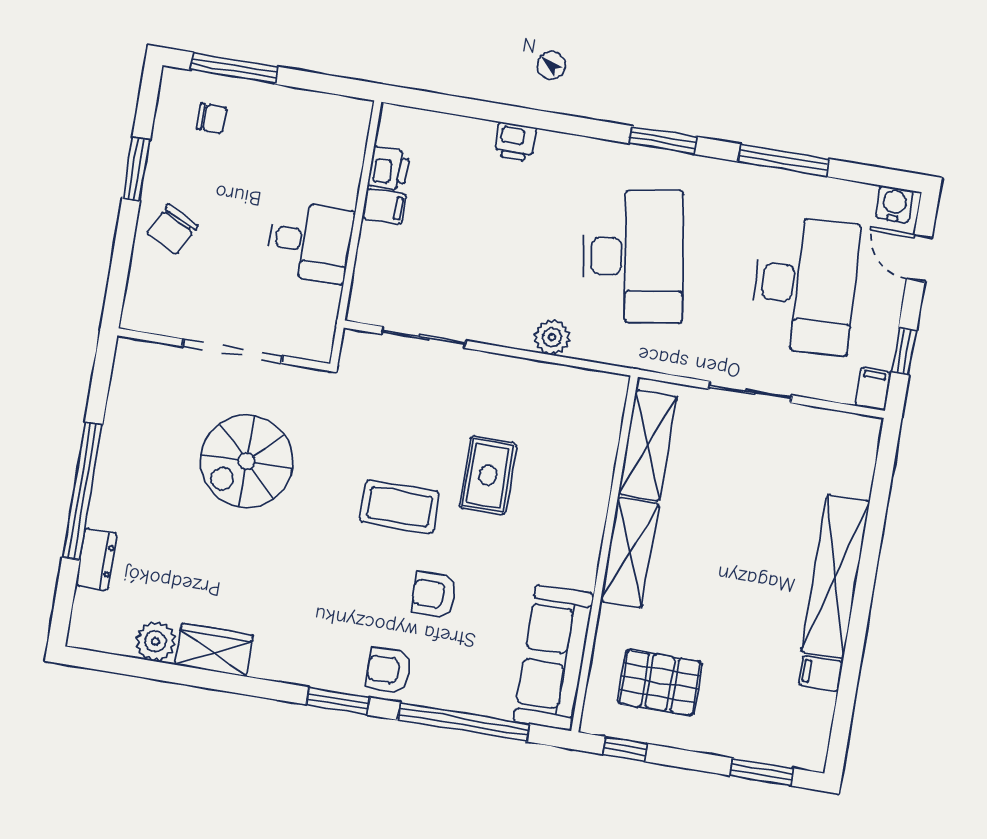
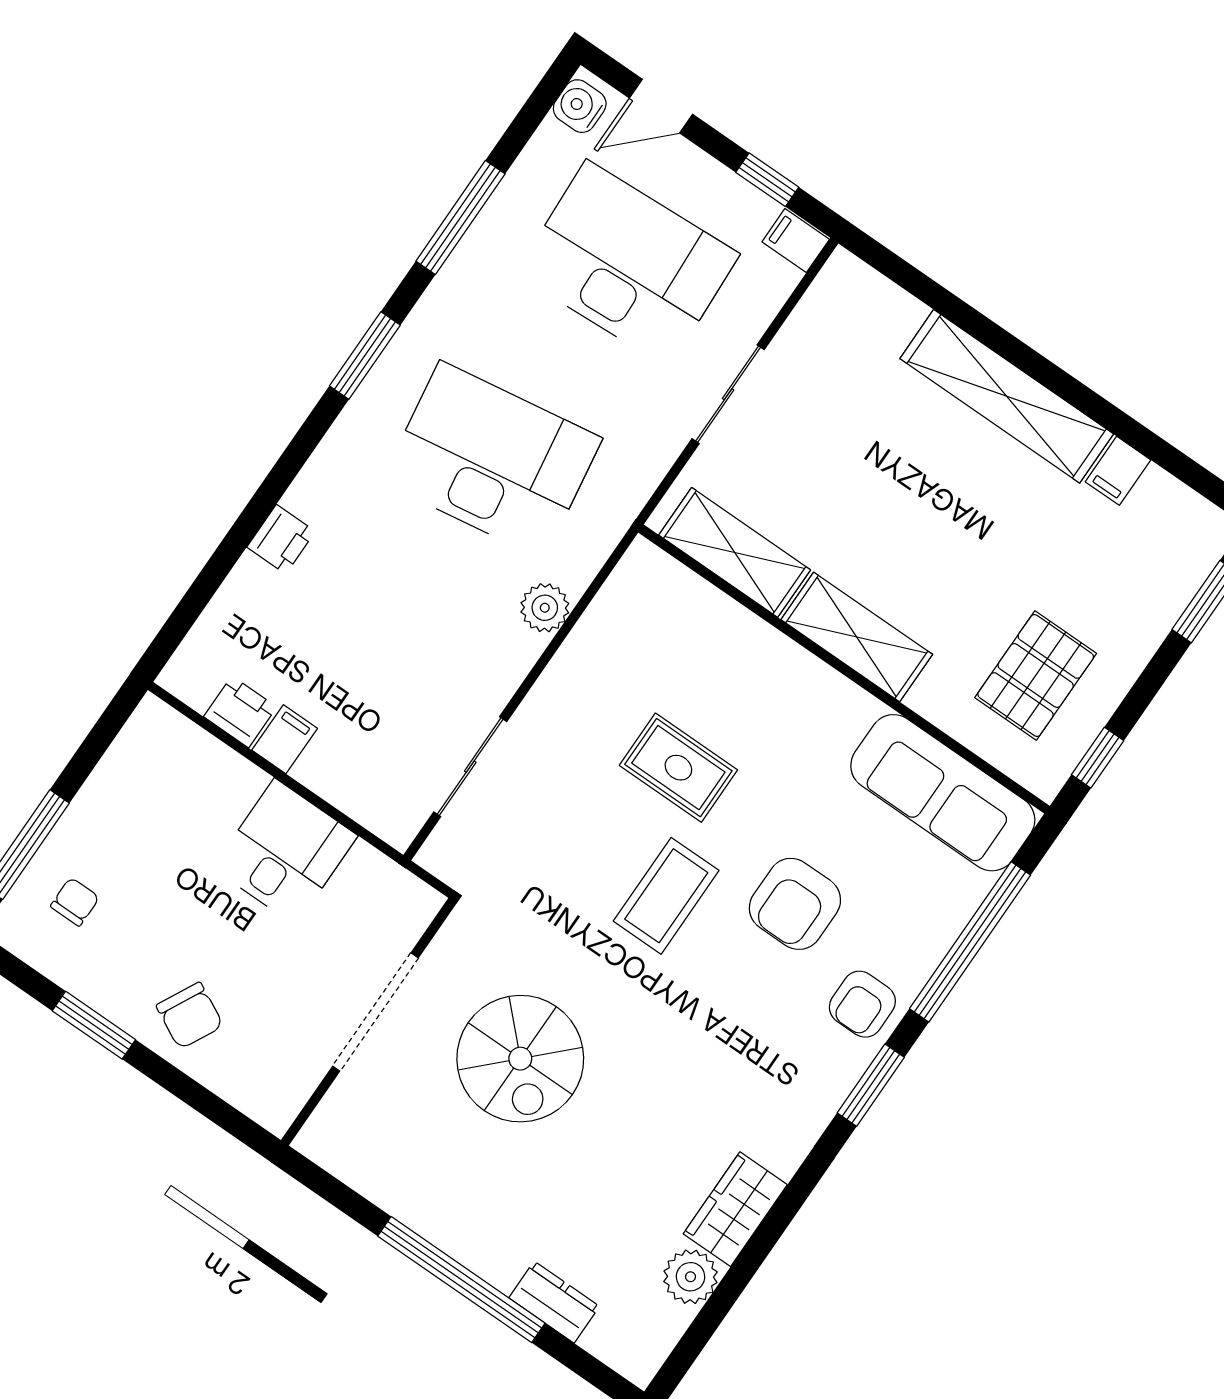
armchair: (434, 595) -> (795, 904), width x1.38, depth x1.38

